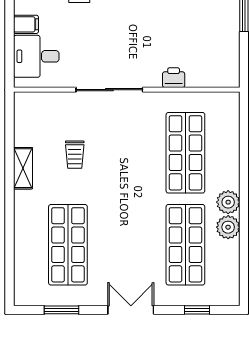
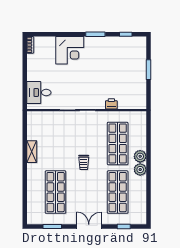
filing cabinet: (26, 24) -> (33, 76), removed
trolley: (75, 155) -> (84, 162), moved
plant: (228, 227) -> (140, 156), moved

